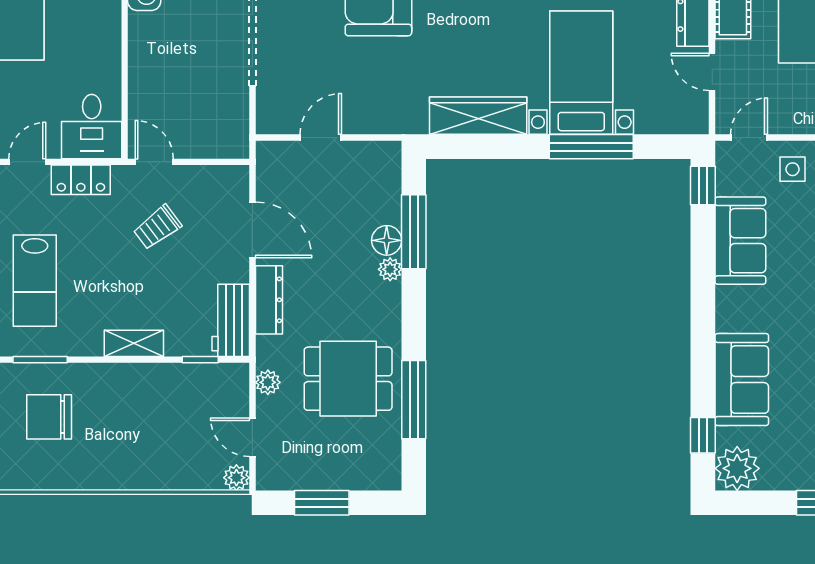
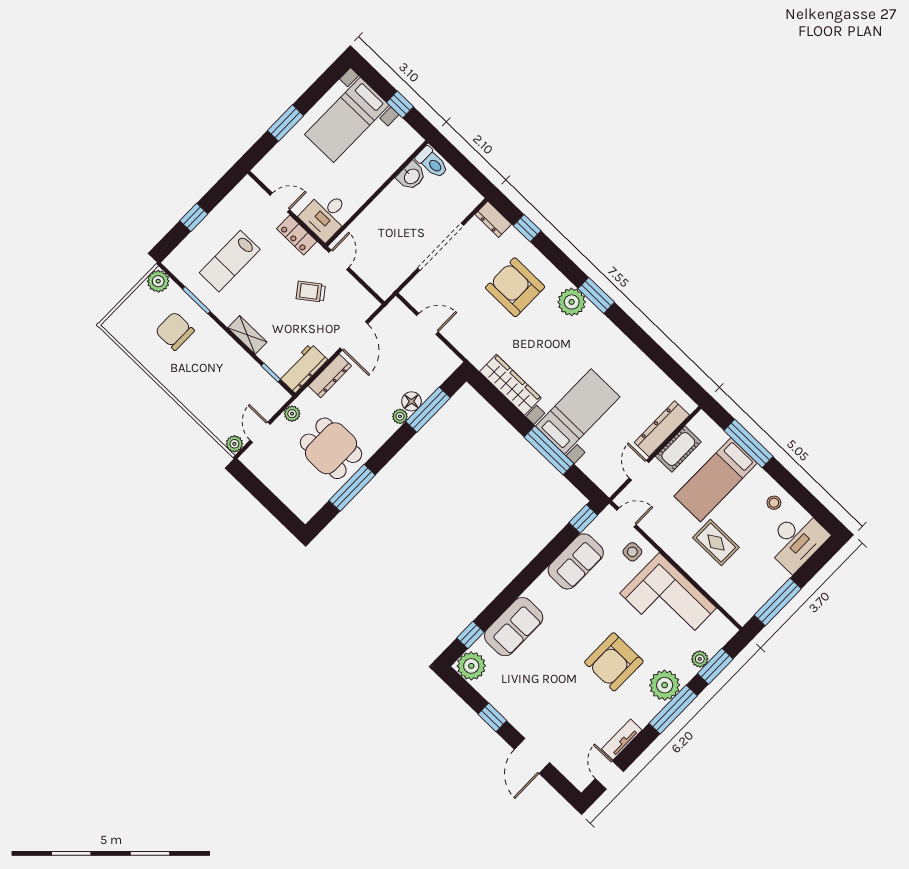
window: (322, 503) -> (263, 494), removed

